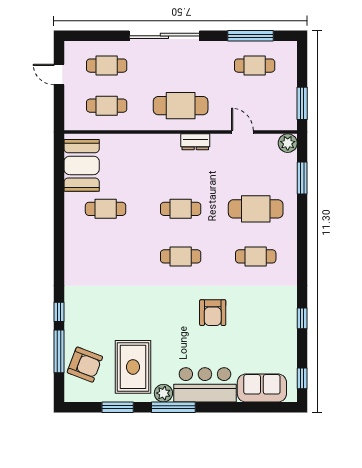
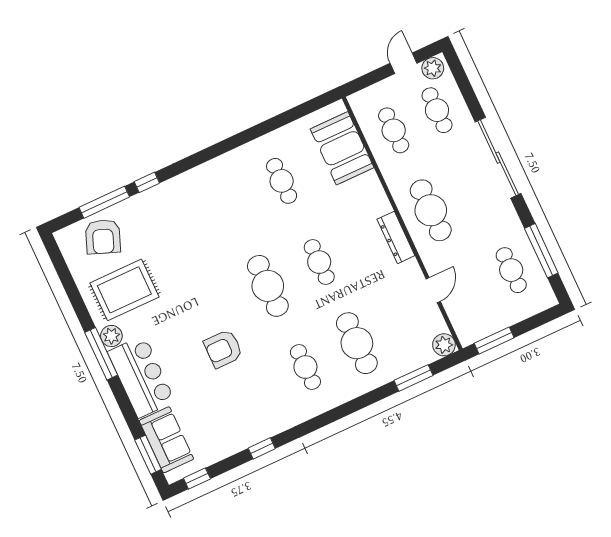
plant: (73, 54) -> (433, 68), added
dresser: (195, 142) -> (396, 237), width x1.44
booth: (82, 165) -> (342, 148), moved, turned 90
cafe table: (181, 256) -> (268, 286), width x1.37, depth x1.35
window: (118, 407) -> (148, 455), moved

